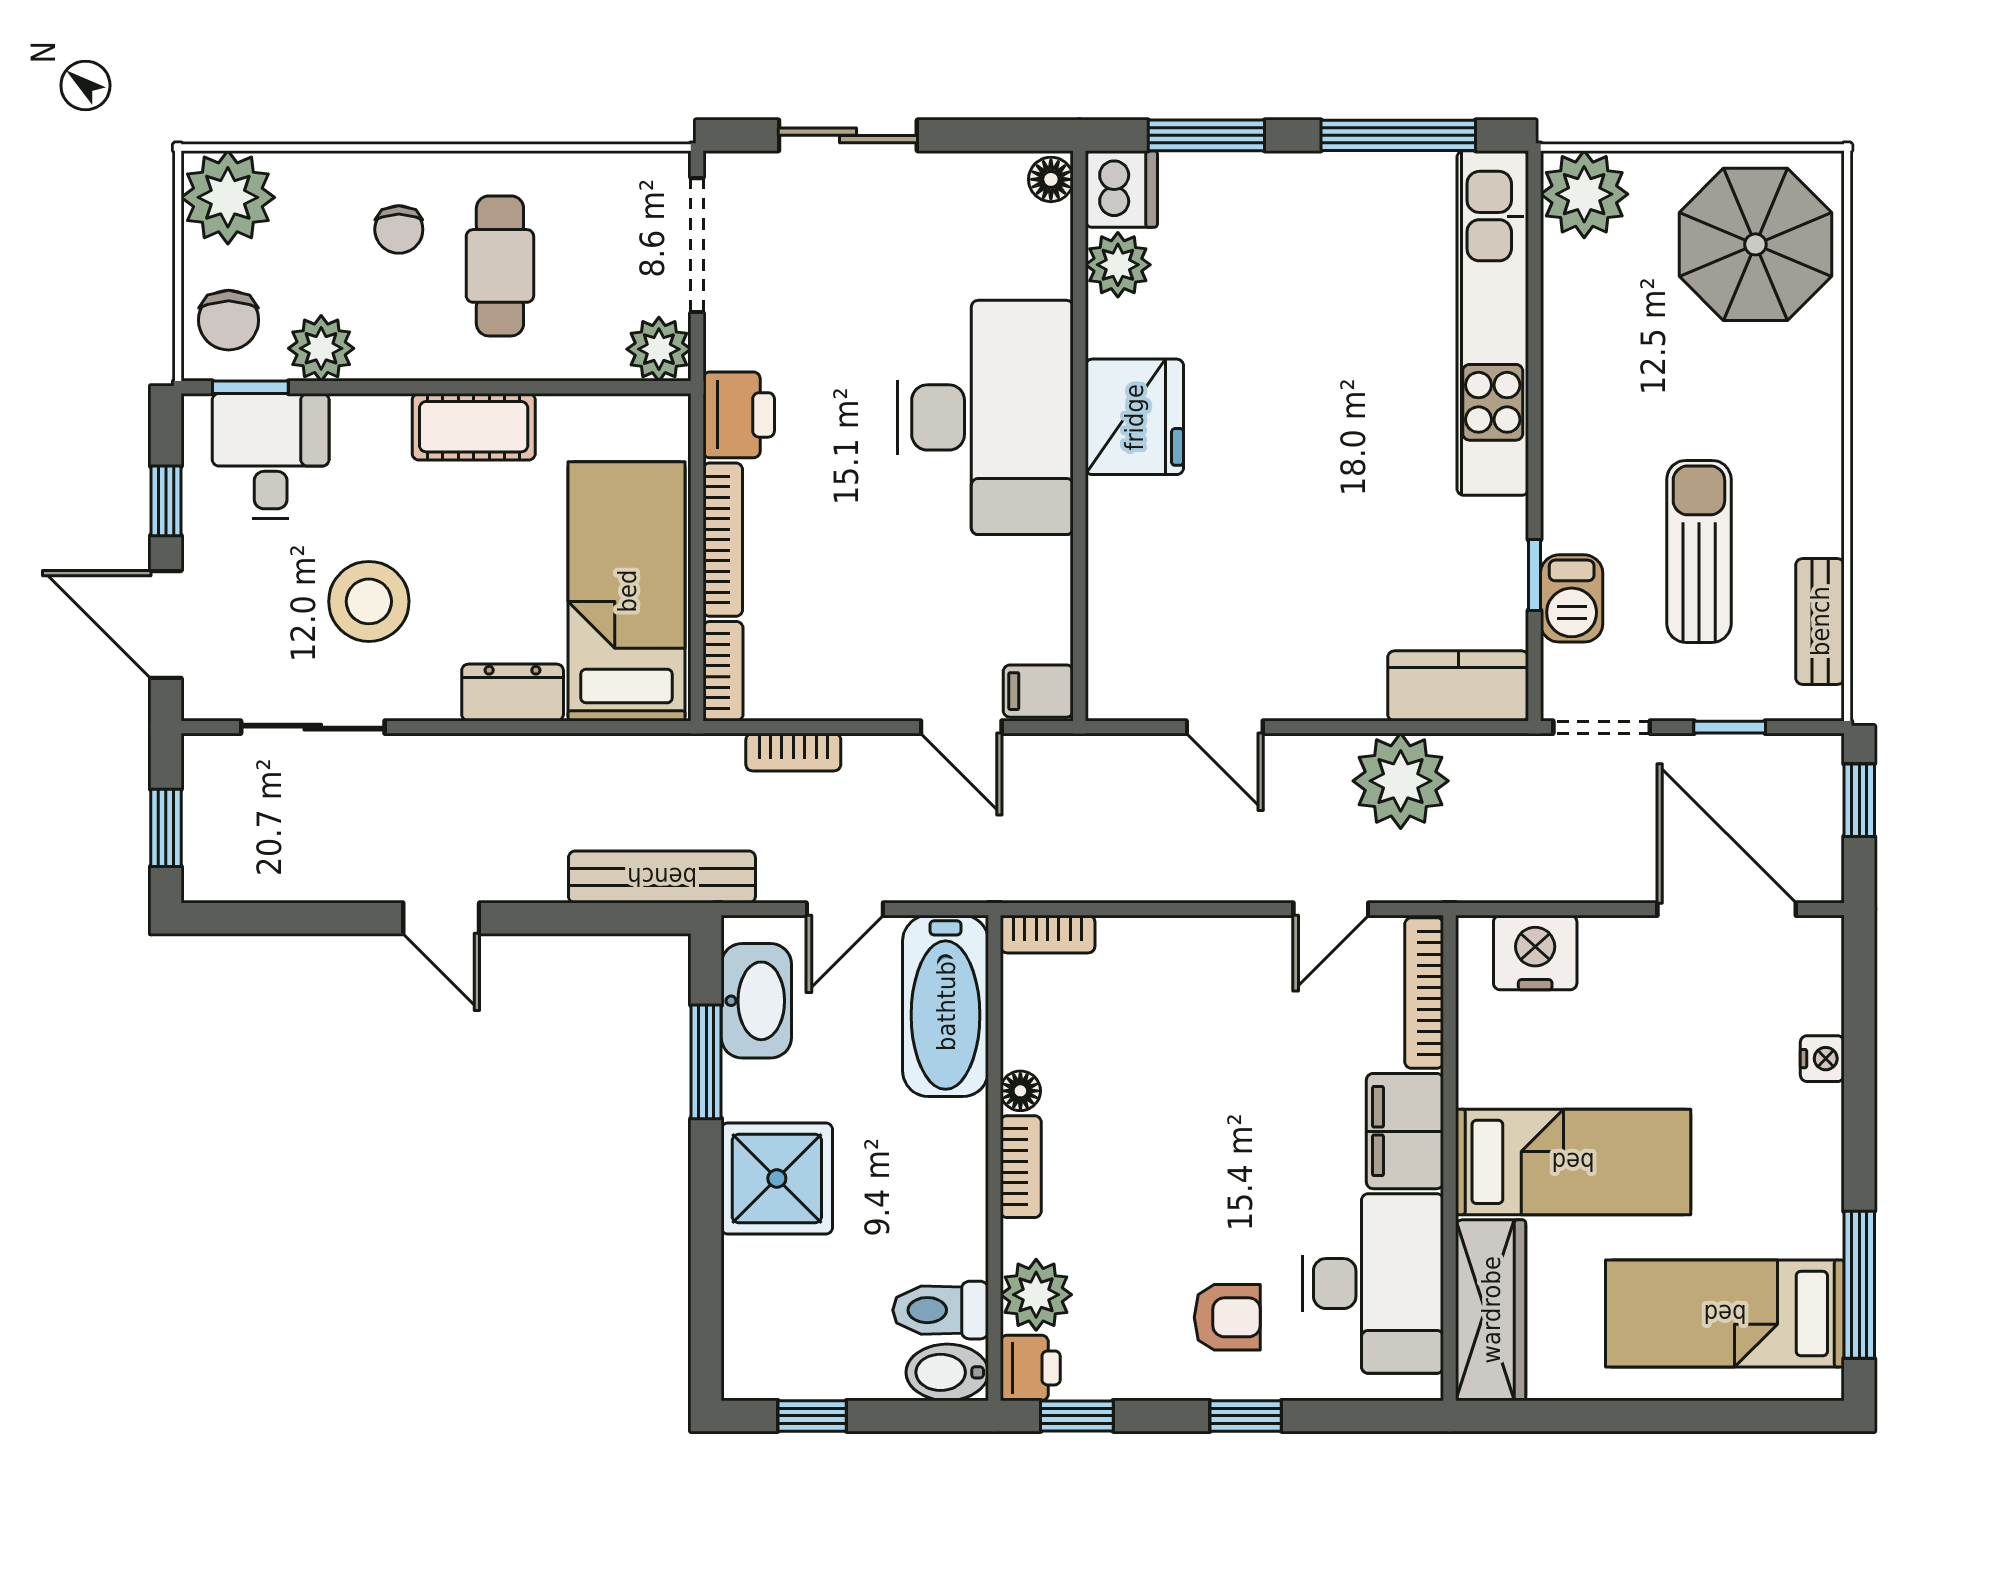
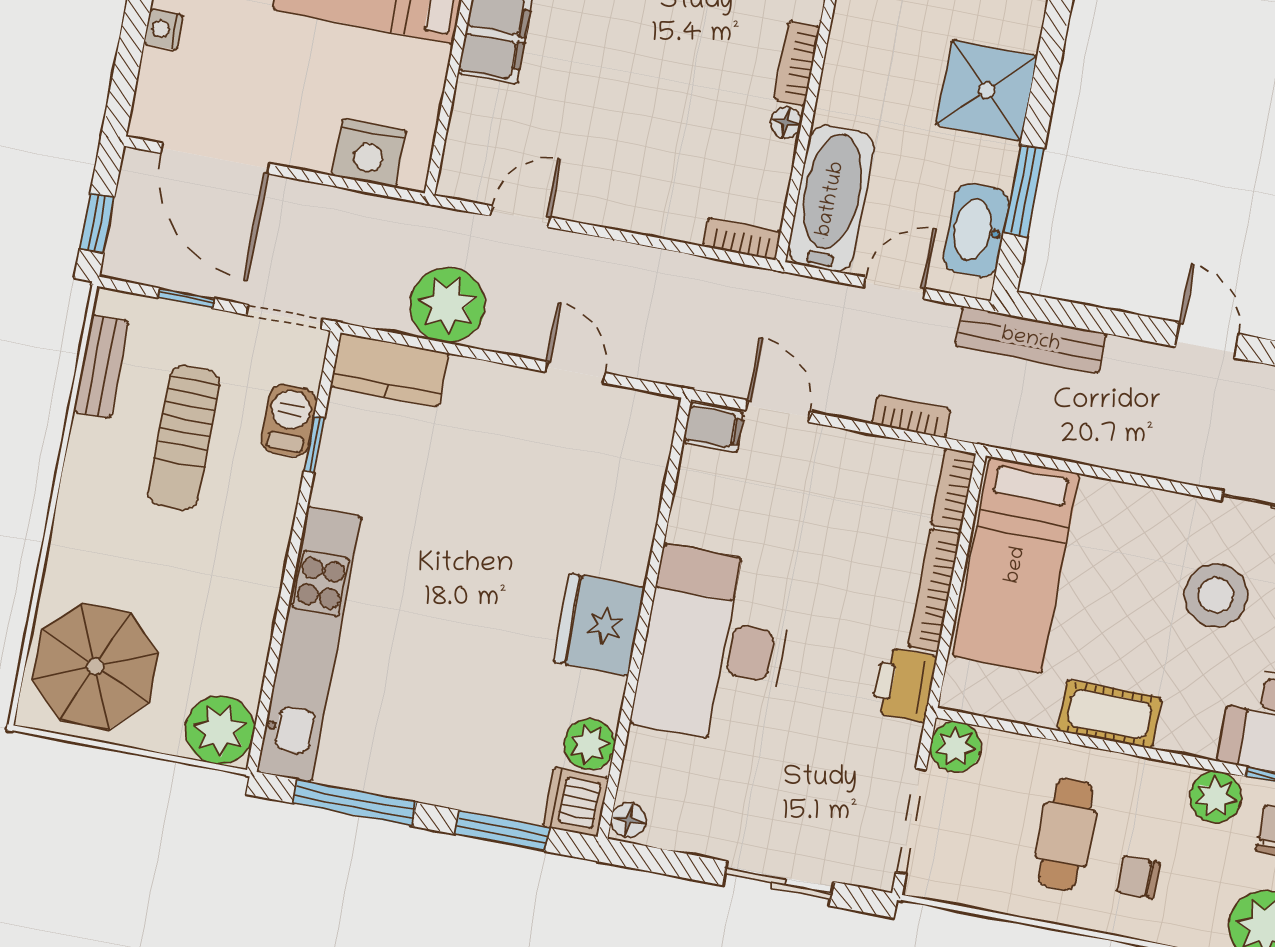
chair: (399, 230) -> (1138, 877), turned -90
dresser: (513, 692) -> (1119, 504), removed
bookcase: (1424, 993) -> (461, 138), removed

